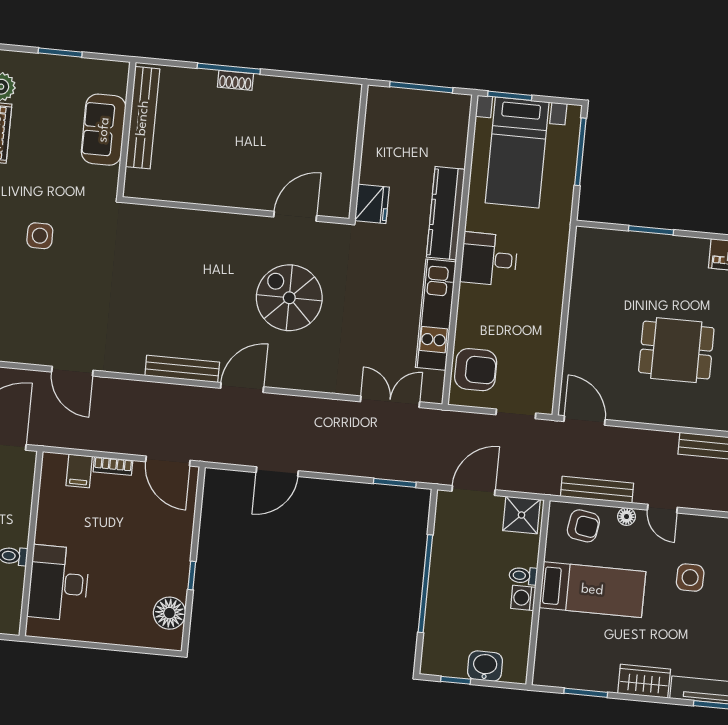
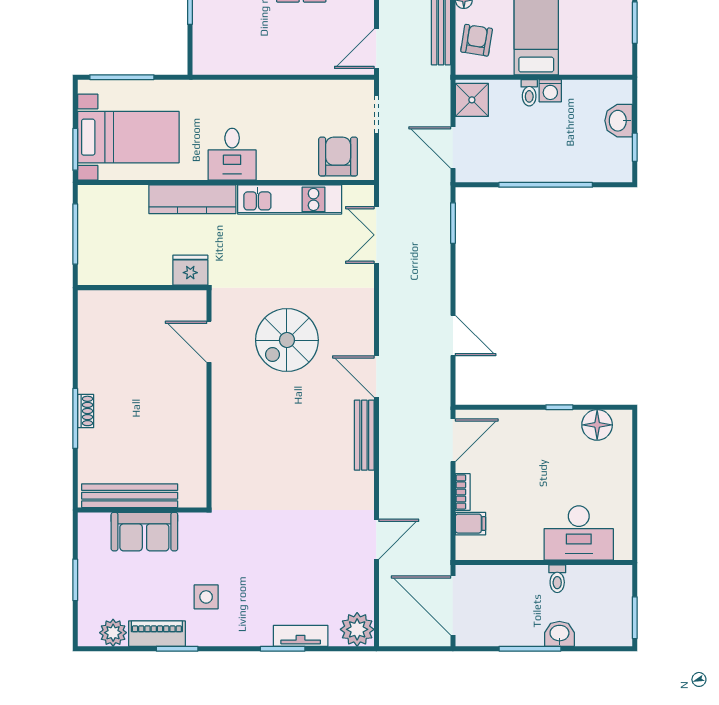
side table: (40, 236) -> (206, 597), moved

